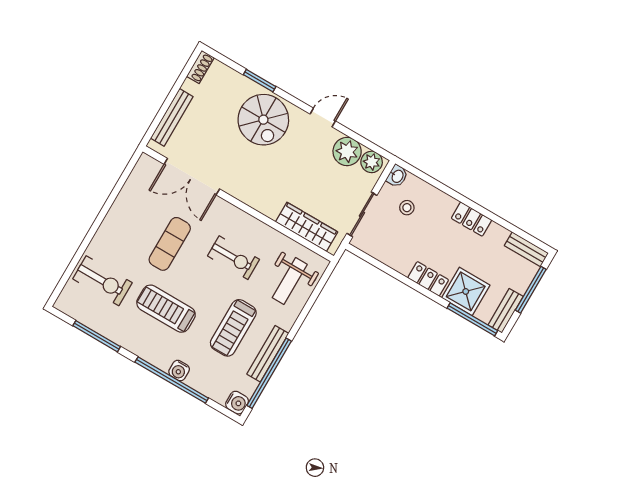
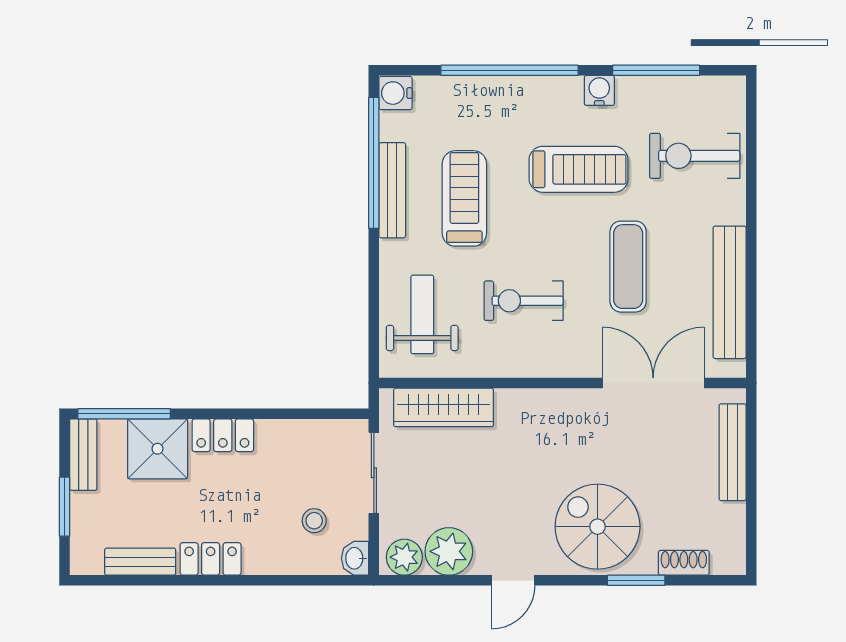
shoe rack: (200, 67) -> (684, 563), moved, turned 90
bench: (125, 200) -> (730, 292), added
bench: (526, 249) -> (140, 562), moved
window: (531, 290) -> (64, 507), width x0.69
water cooler: (179, 371) -> (599, 90), moved

